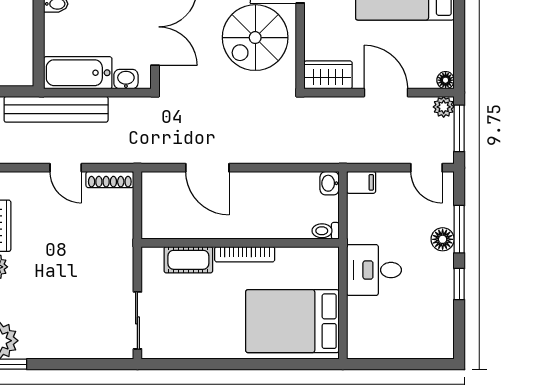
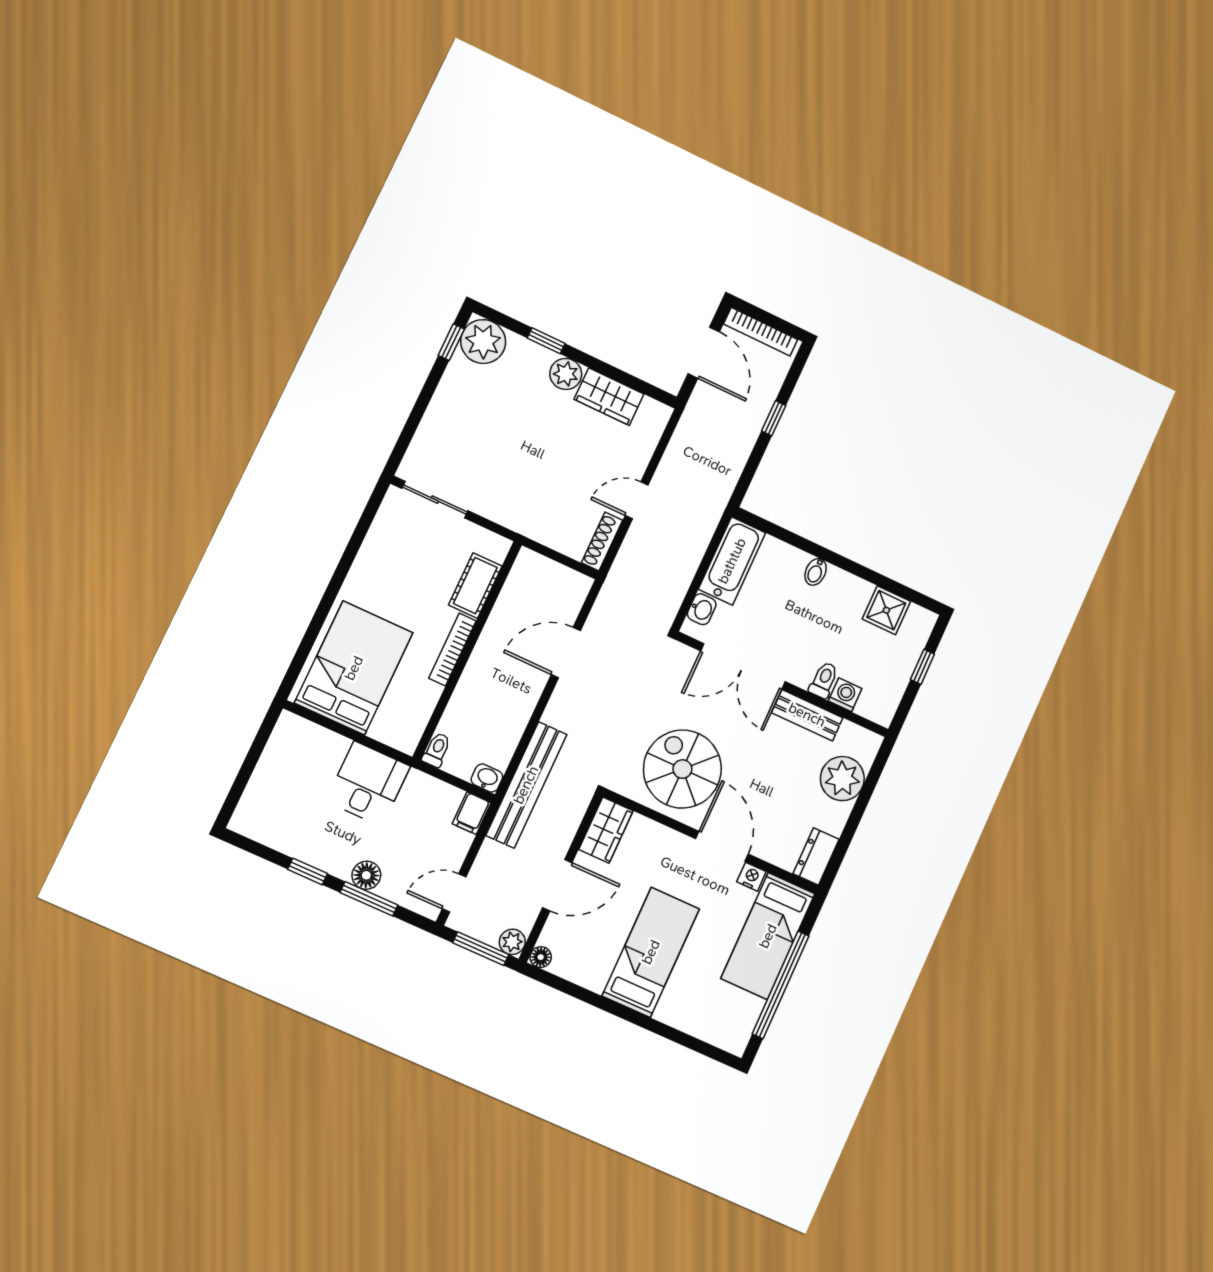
bench: (56, 109) -> (526, 785), moved

